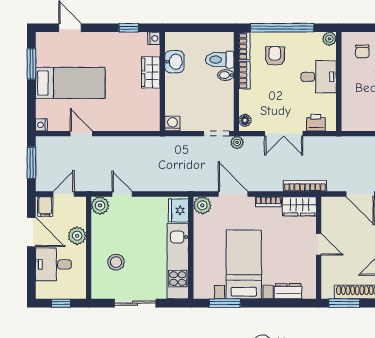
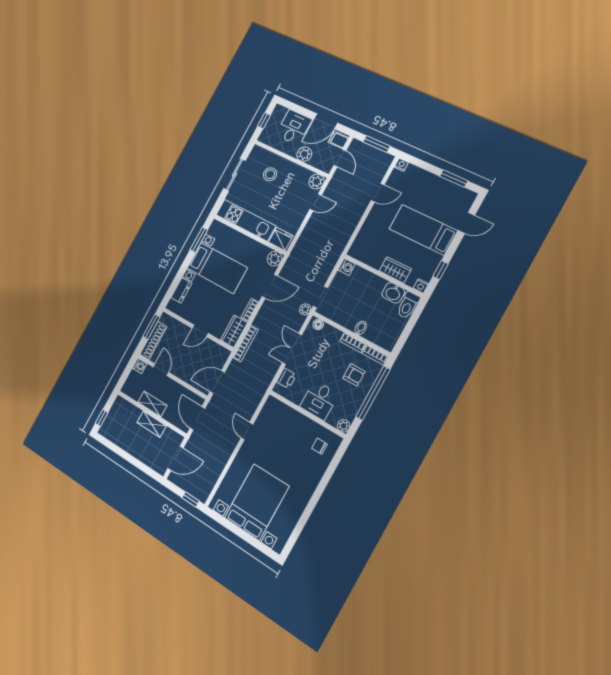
toilet: (220, 60) -> (408, 305), moved, turned 180
bed: (70, 83) -> (423, 230), moved, turned 90

